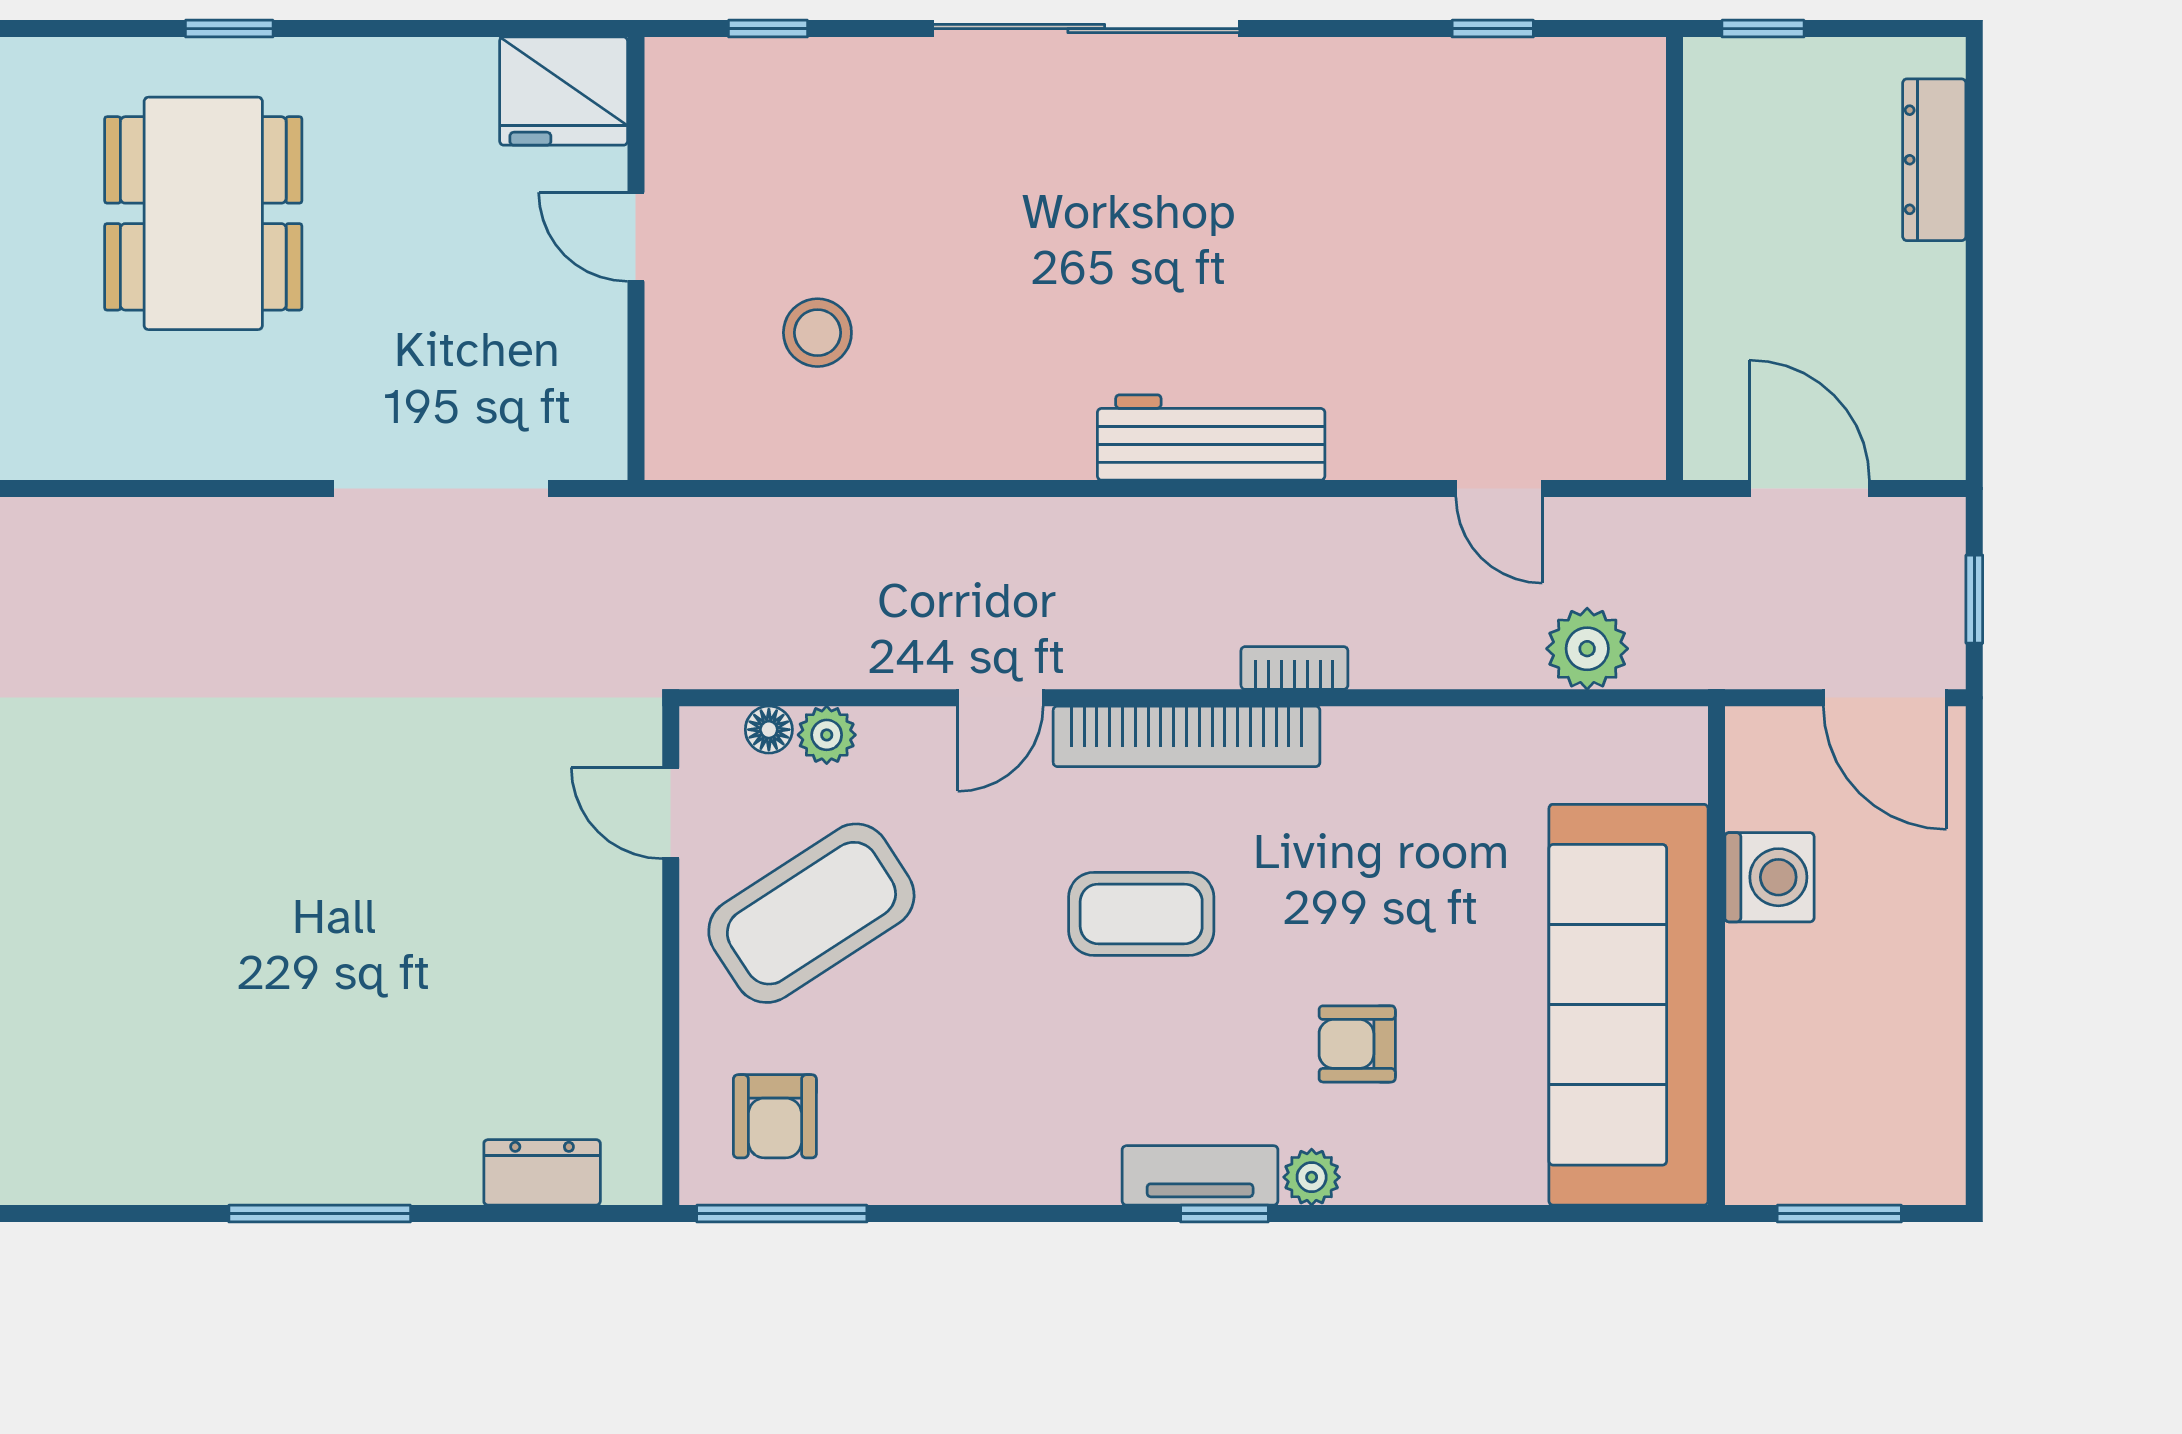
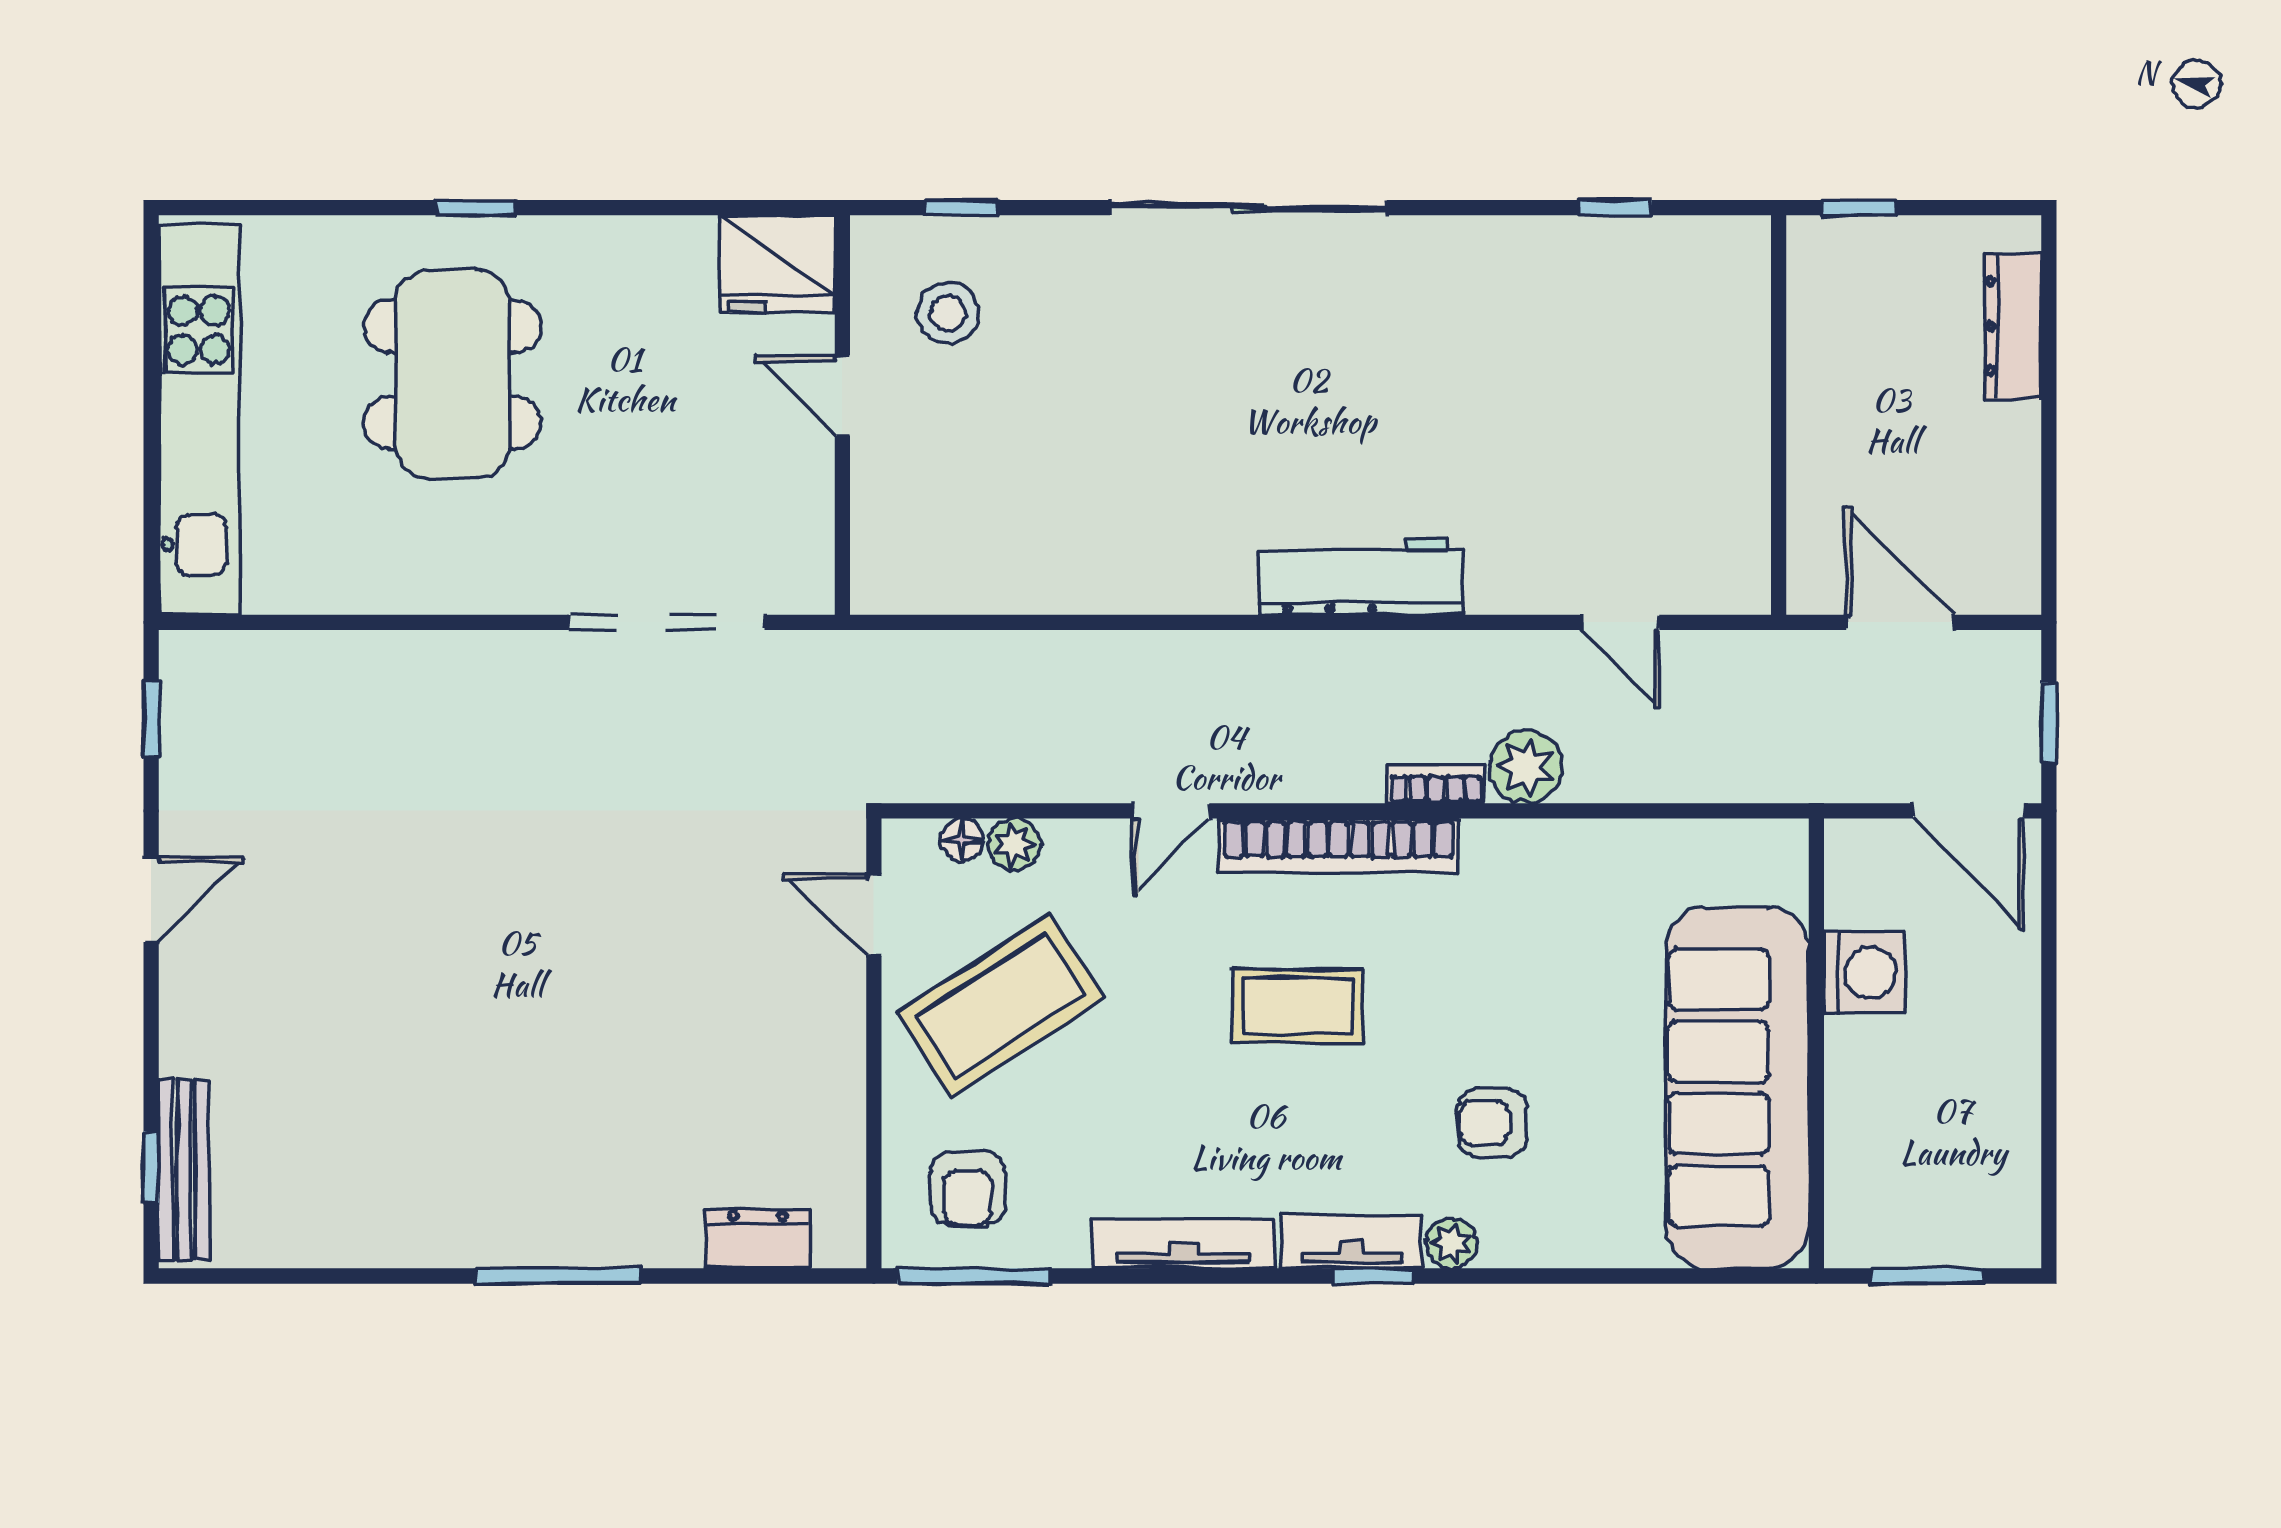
stool: (817, 333) -> (948, 313), moved
plant: (1587, 649) -> (1526, 767), moved
tv unit: (1014, 1177) -> (1183, 1243), added

